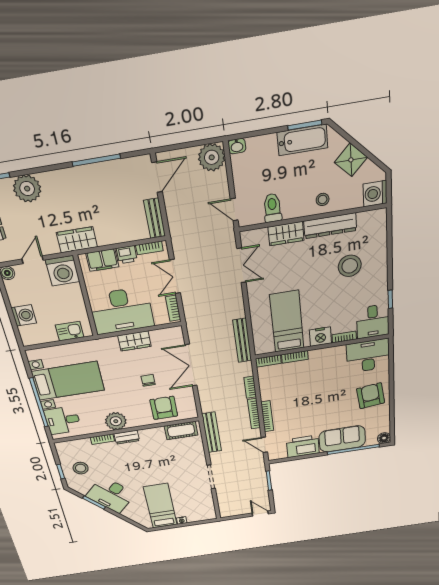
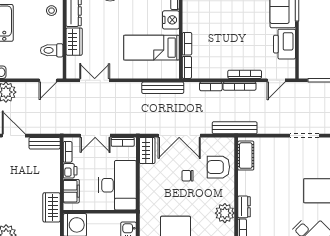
wardrobe: (134, 341) -> (147, 150), moved
bench: (212, 432) -> (235, 128), moved

